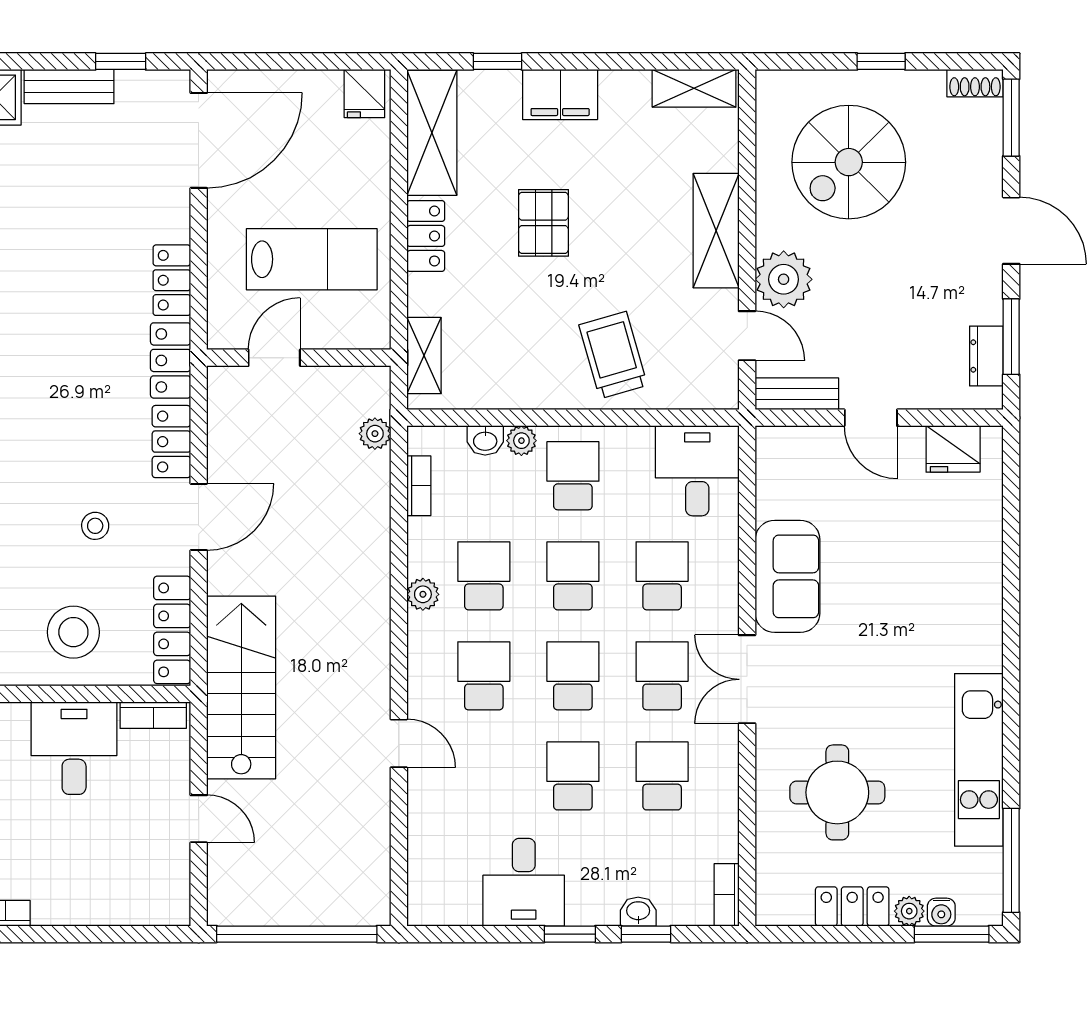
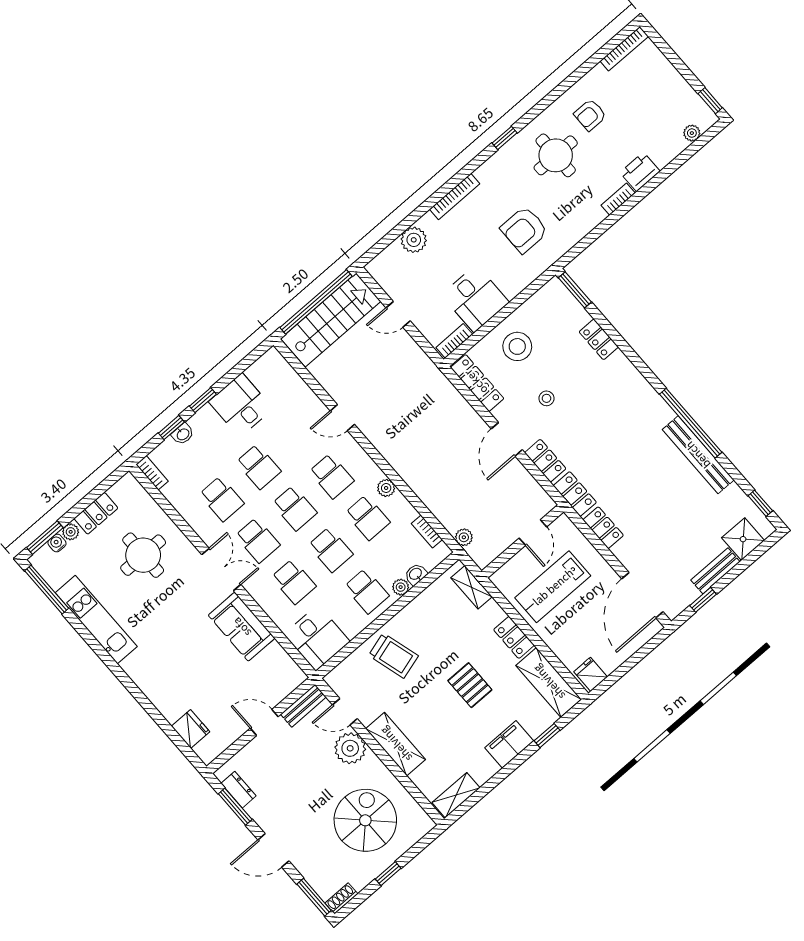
fridge: (953, 449) -> (191, 729), moved, turned 90
stairs: (241, 687) -> (331, 320), moved, turned -90
plant: (88, 903) -> (414, 240), added

